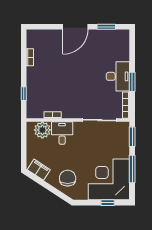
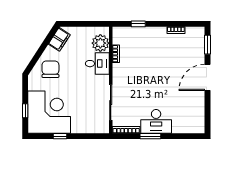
door: (75, 27) -> (208, 77), hinge flipped
window: (106, 27) -> (208, 45), moved
window: (132, 137) -> (93, 136), removed
window: (132, 169) -> (60, 136), width x0.46
chair: (68, 178) -> (50, 69), turned -90

